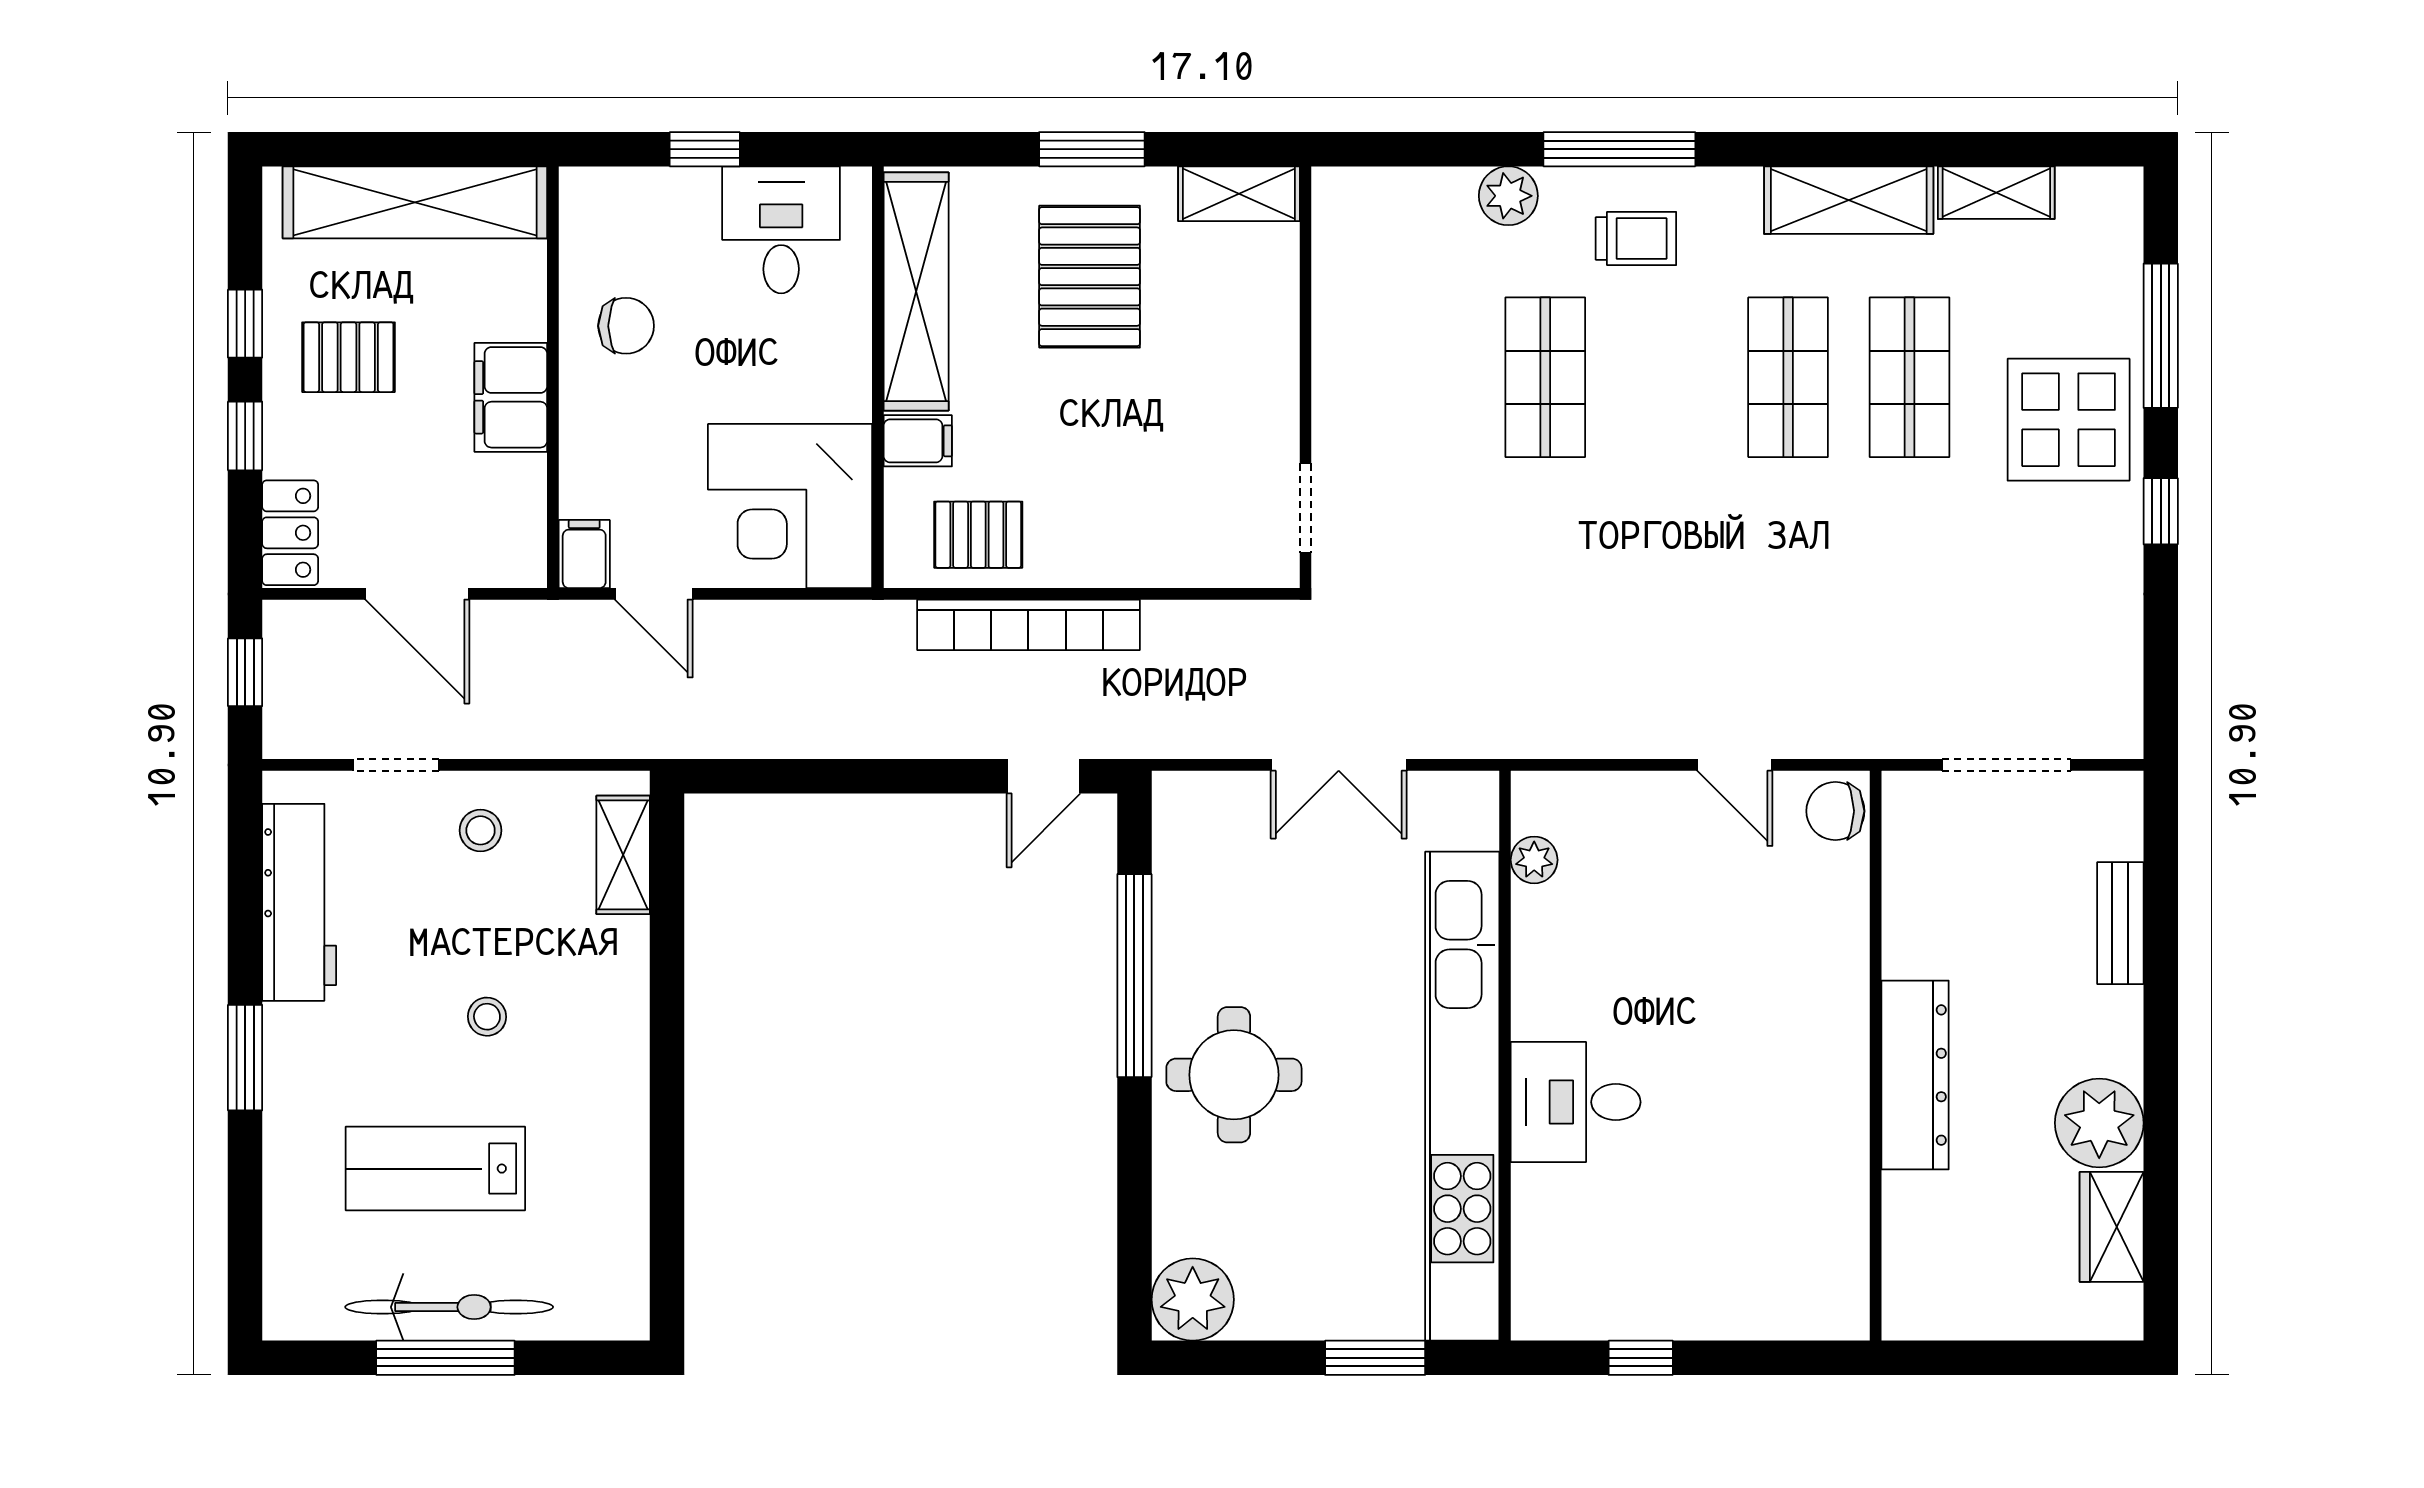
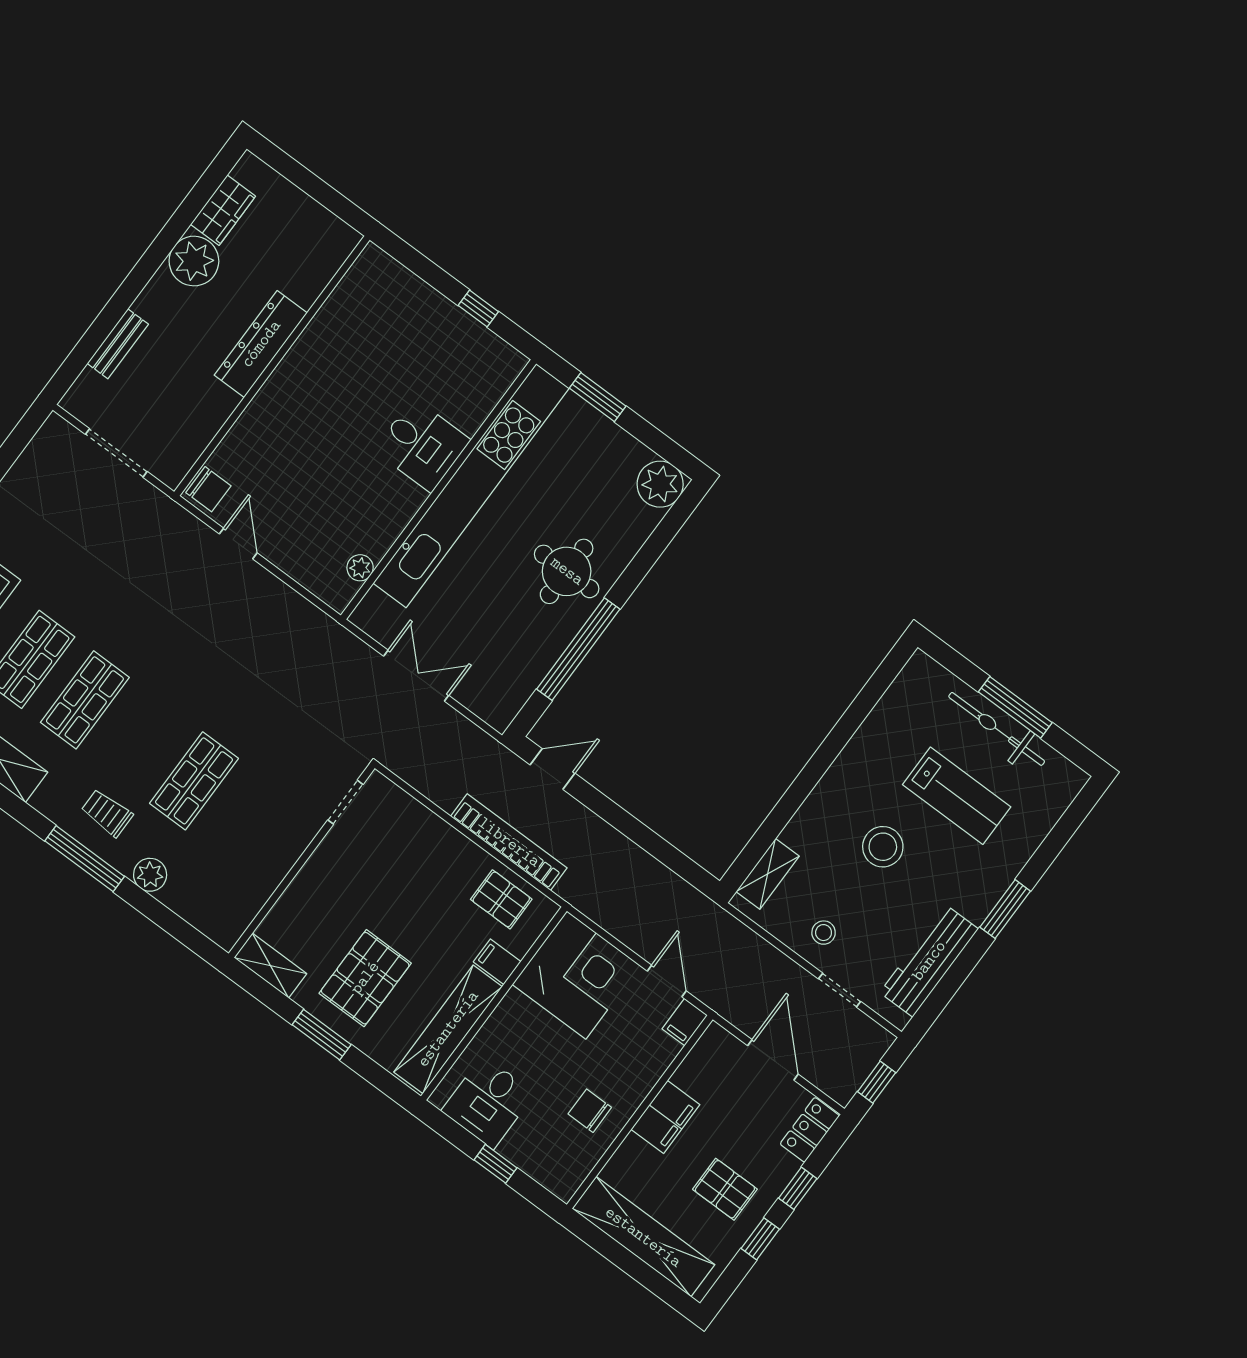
stool: (487, 1017) -> (883, 847), width x1.89, depth x1.89

